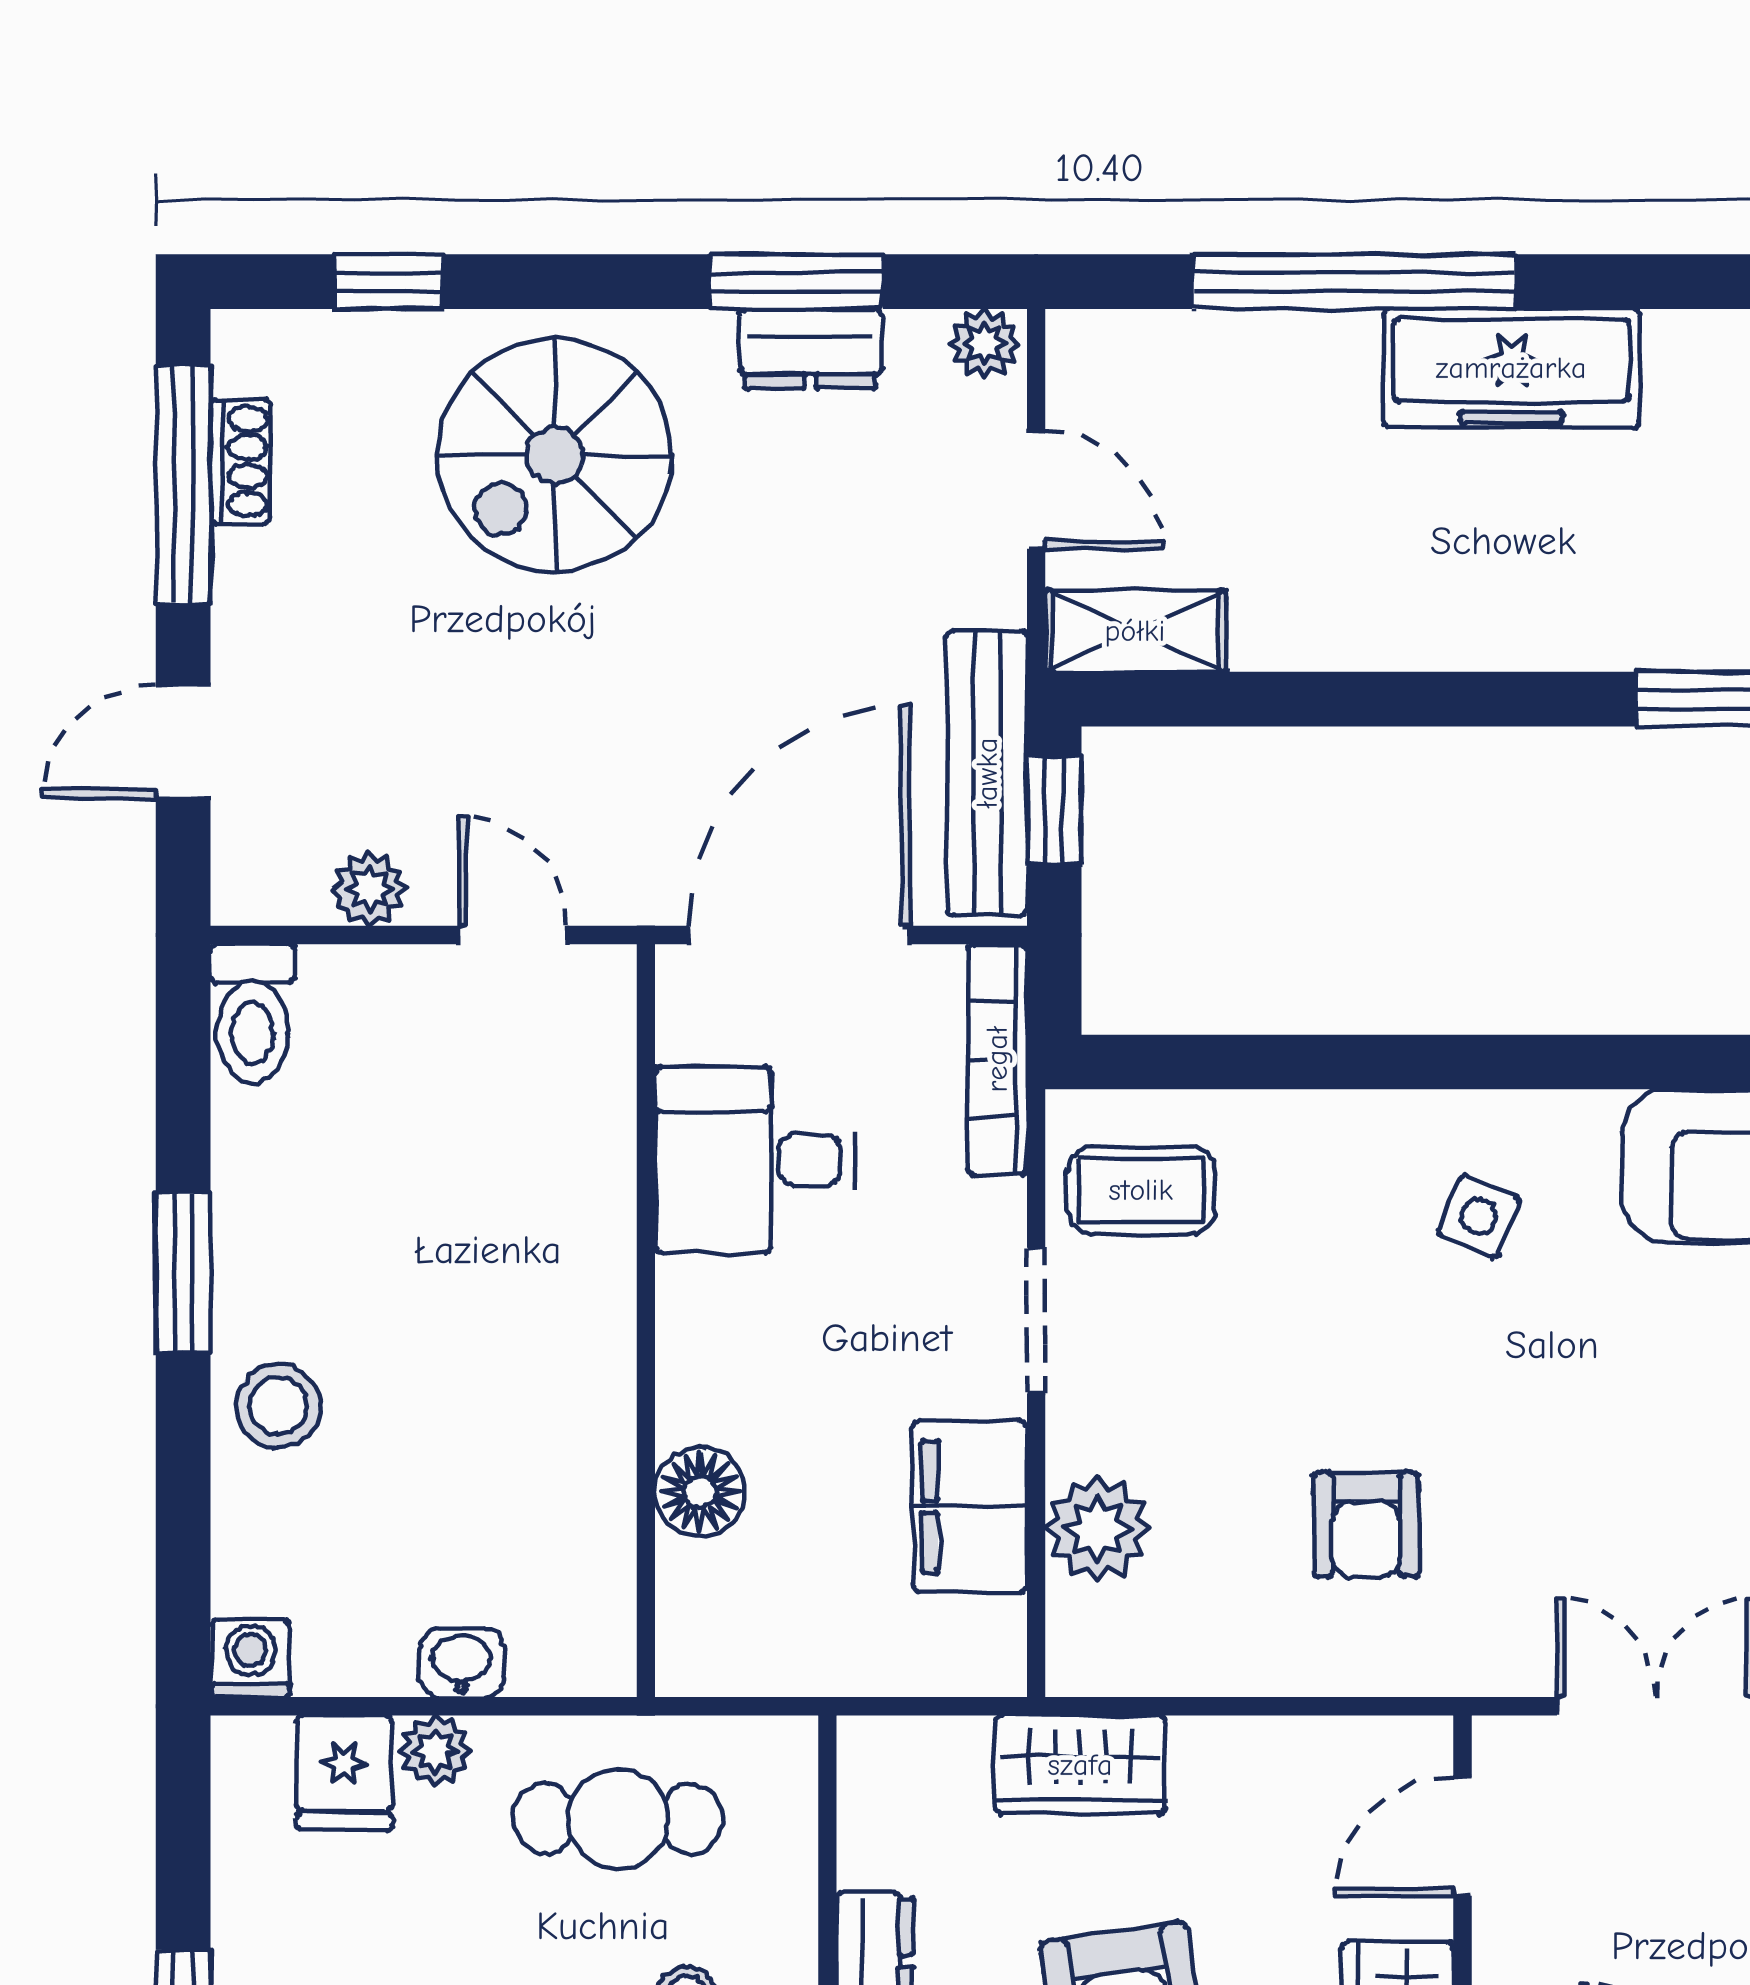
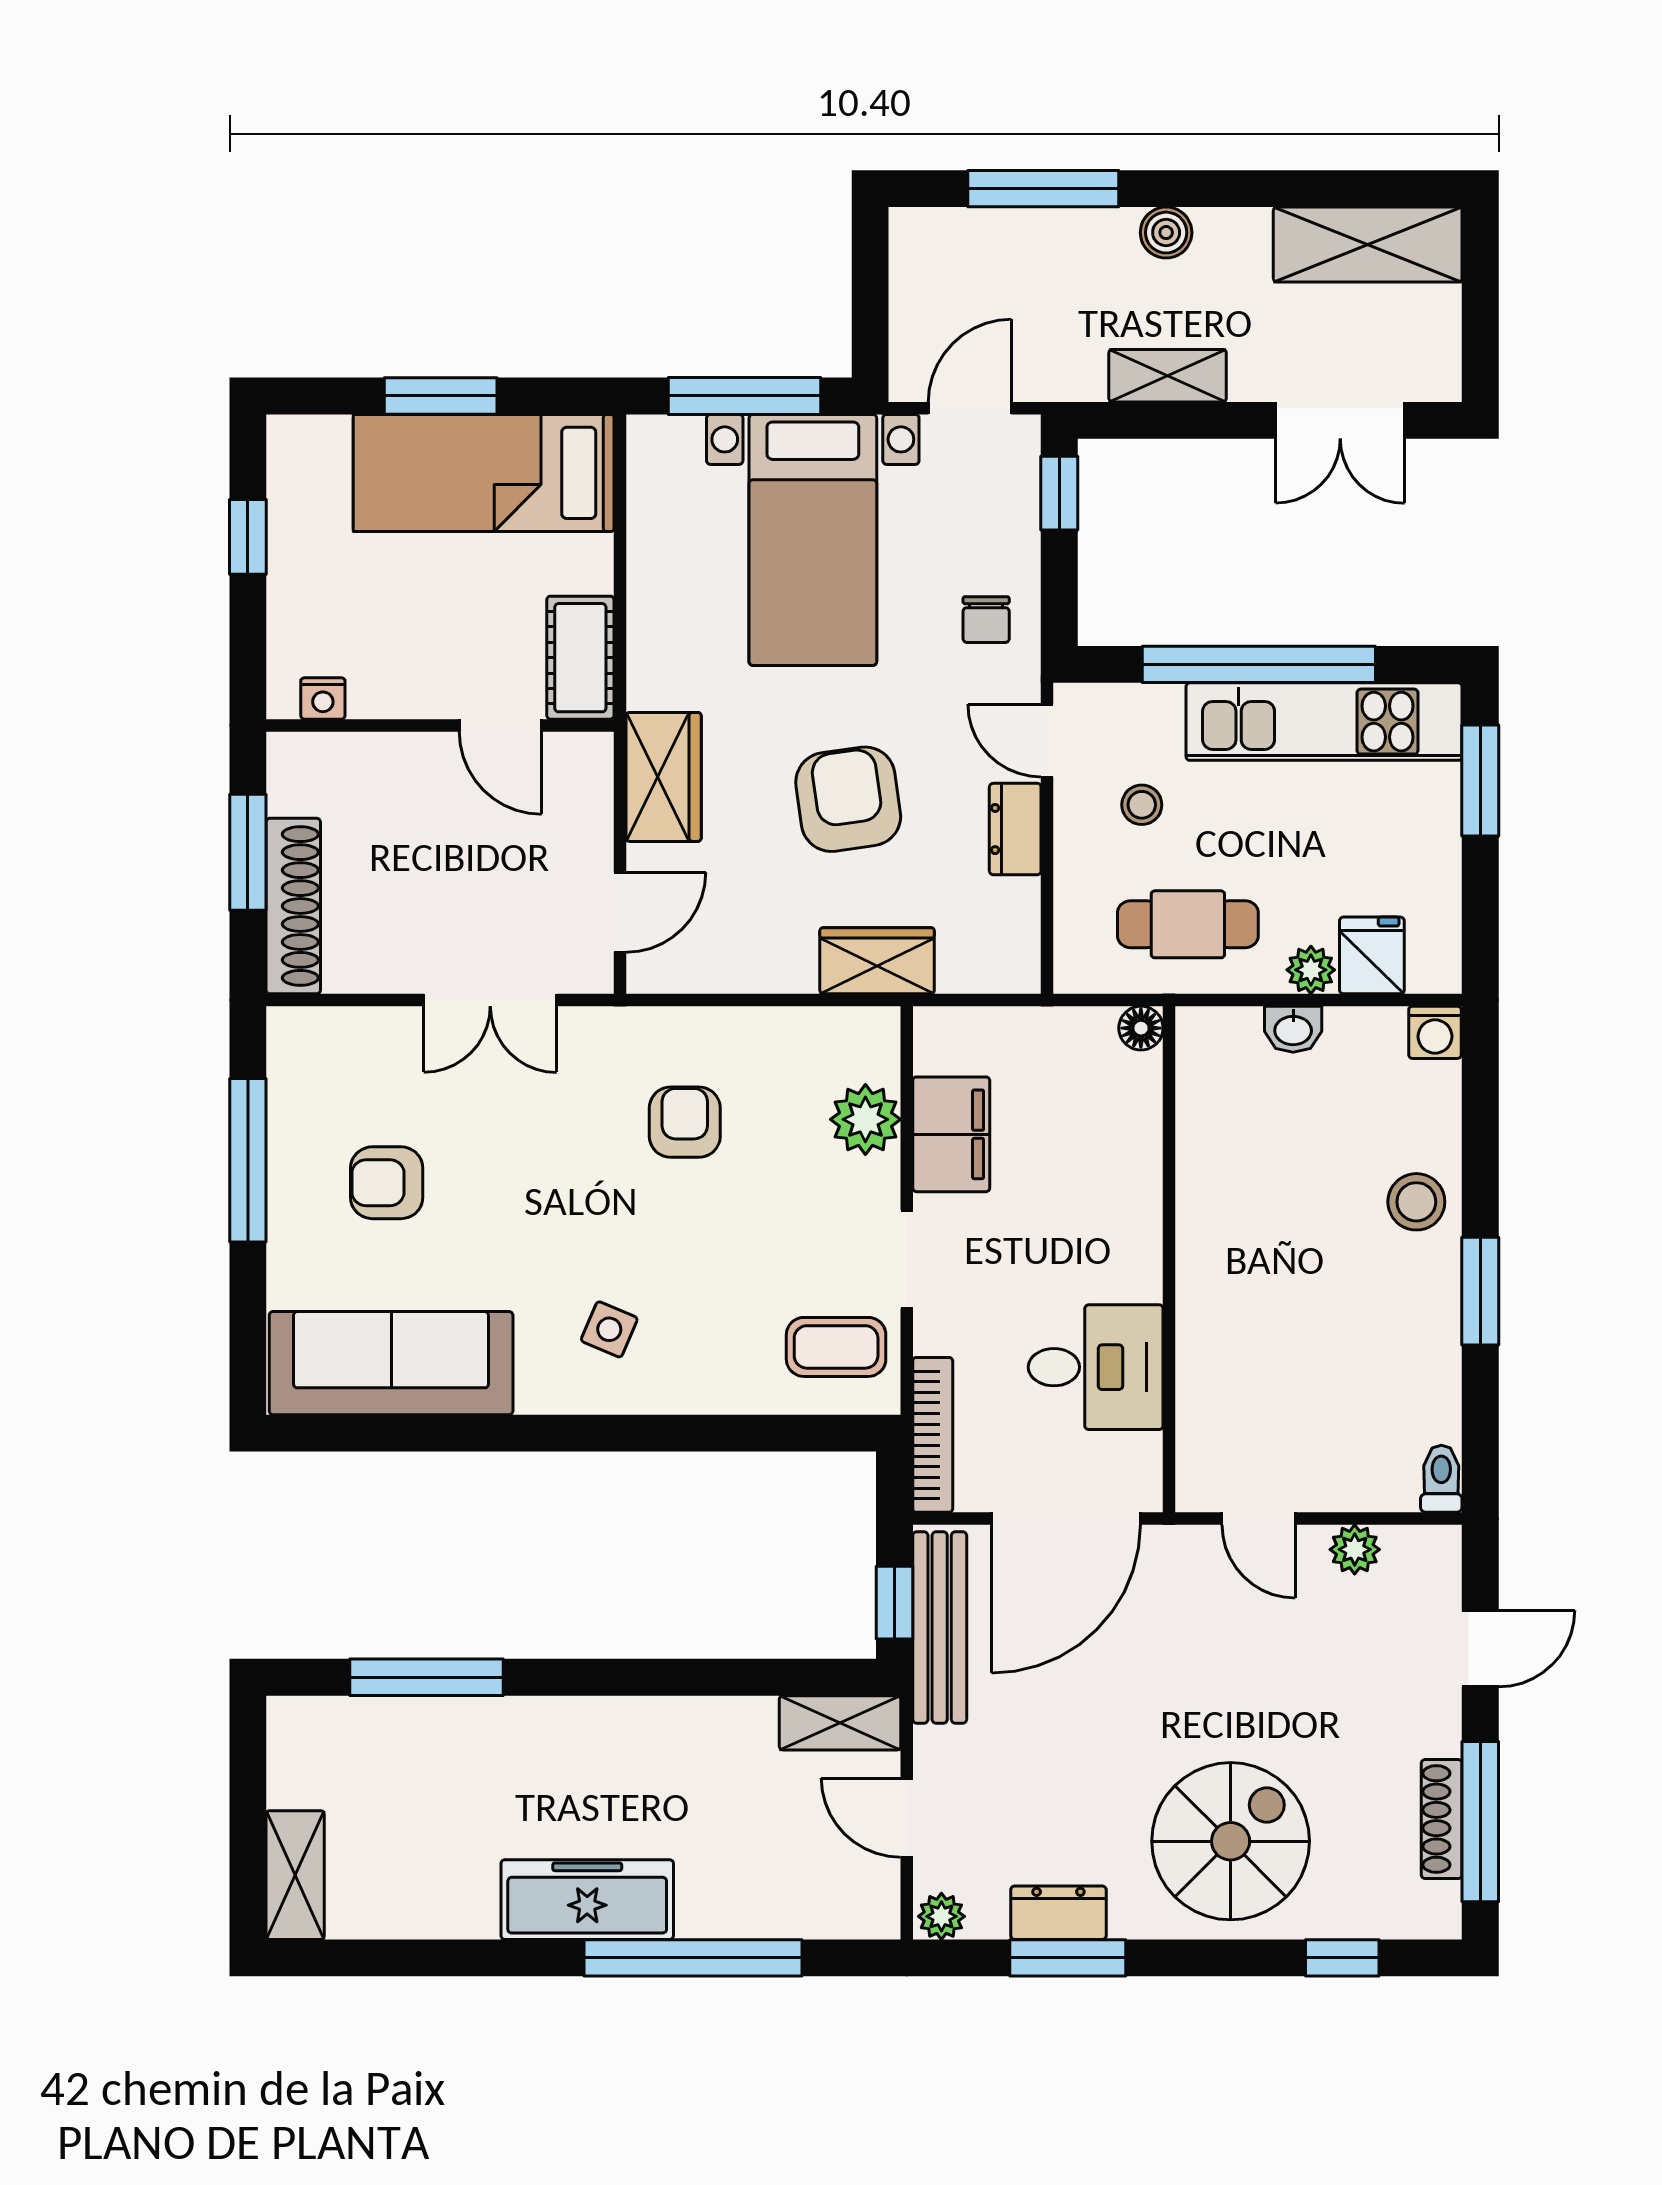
shoe rack: (241, 462) -> (1442, 1819), width x1.43
toilet: (253, 1013) -> (1441, 1479), width x0.73, depth x0.72
floor lamp: (700, 1492) -> (1141, 1028), moved, width x0.73, depth x0.73

